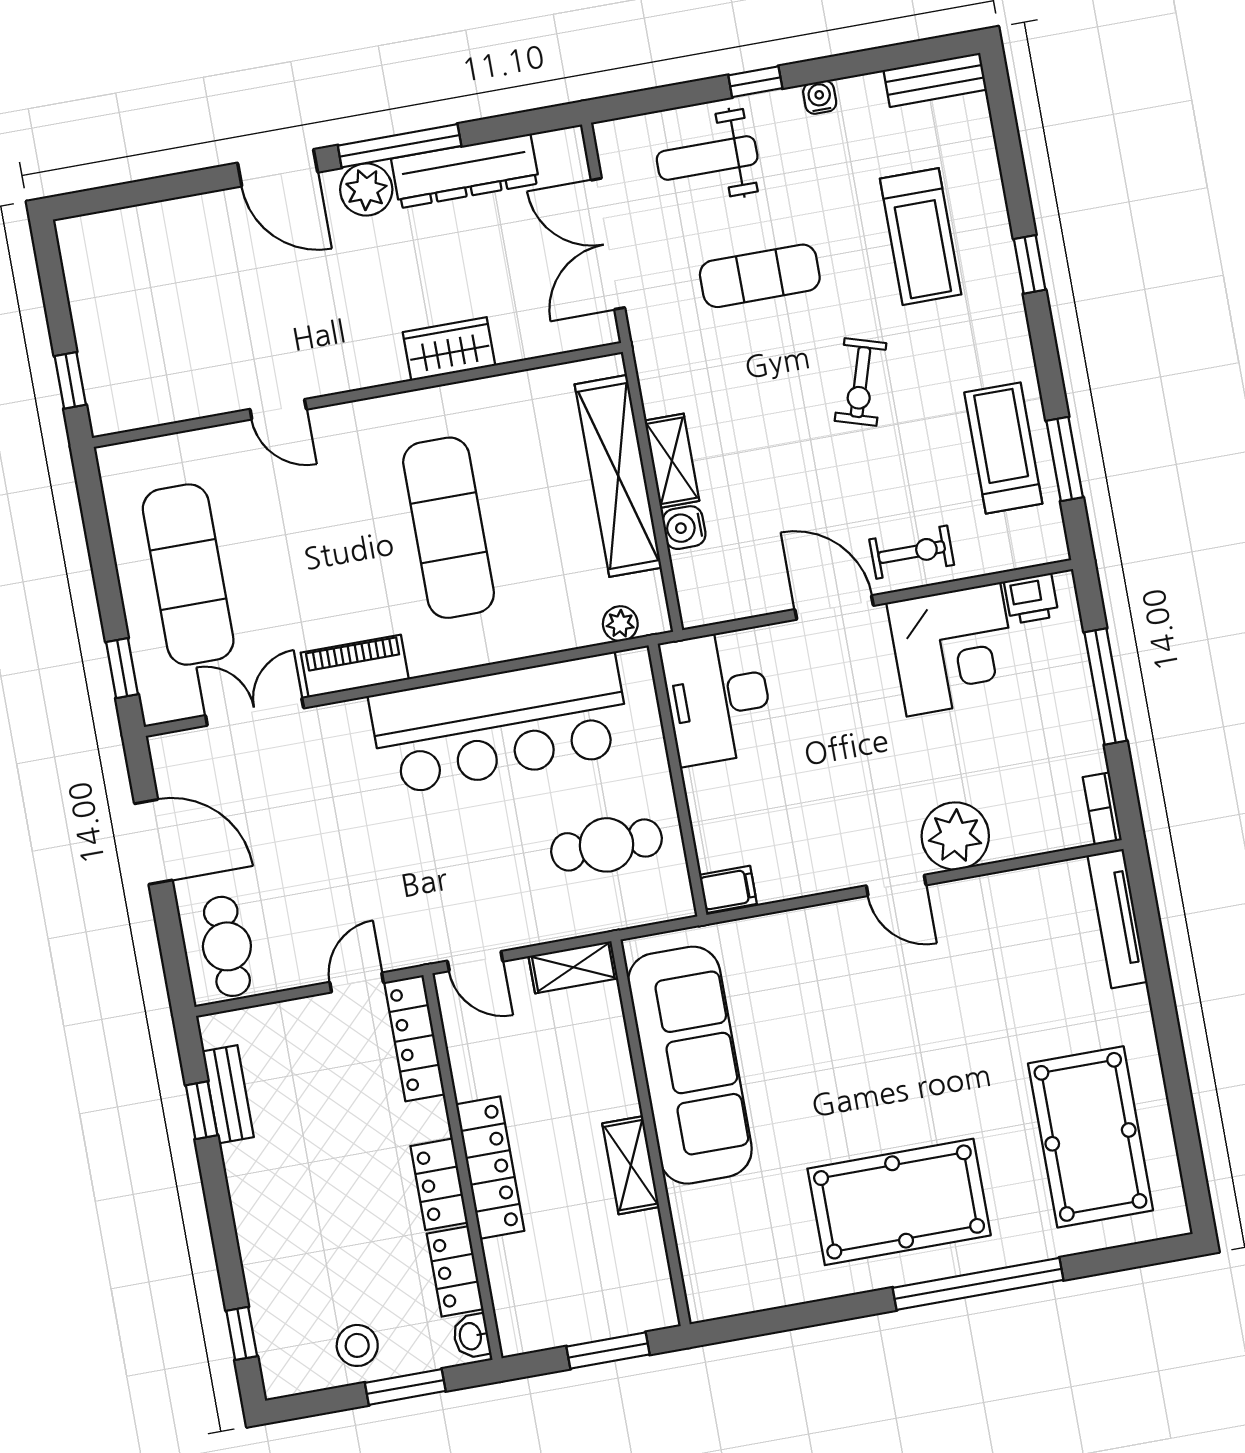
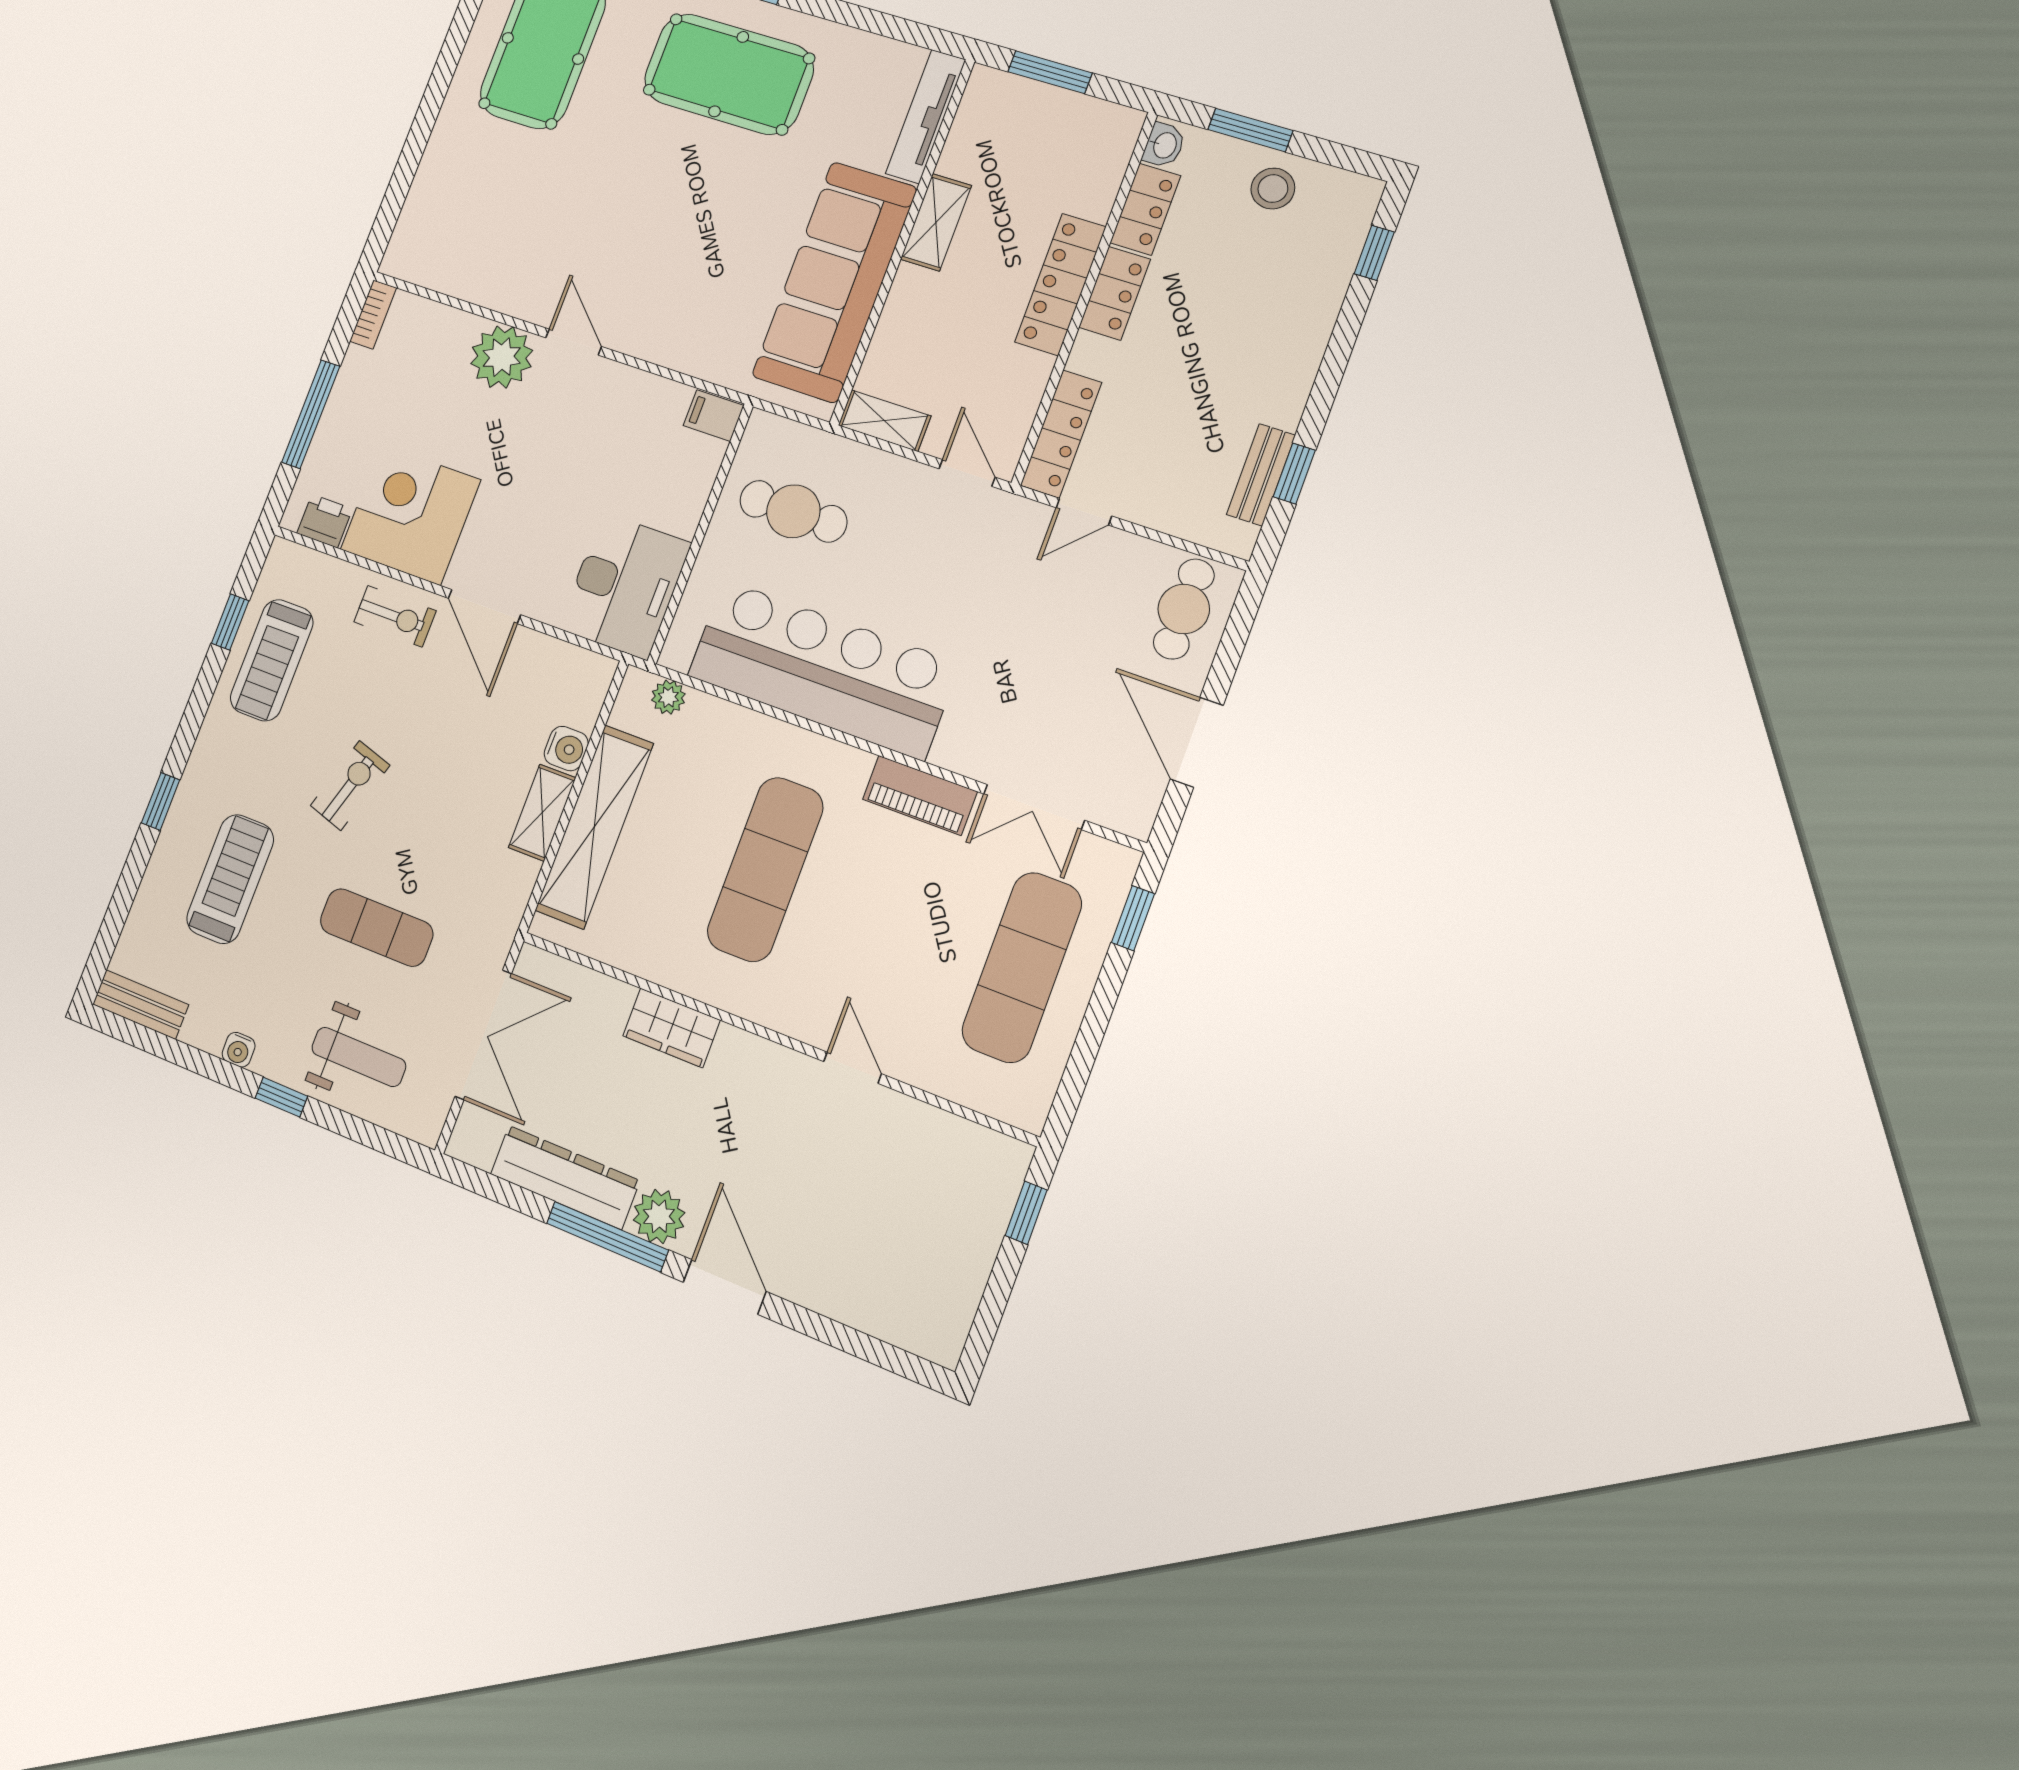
window: (1065, 459) -> (230, 622), width x0.67
exercise bike: (912, 552) -> (395, 616), turned 180
tv unit: (1117, 919) -> (926, 117), moved, turned 180

